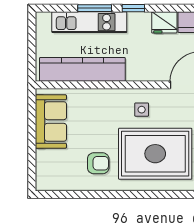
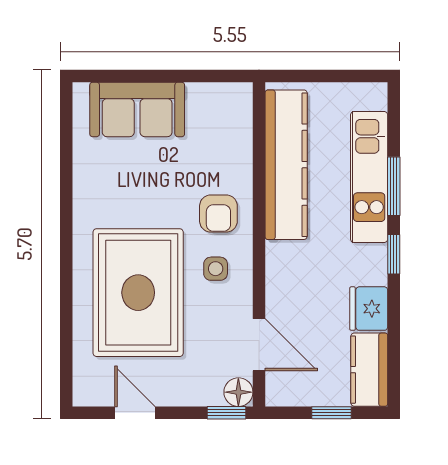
sofa: (51, 121) -> (137, 109), moved
armchair: (98, 163) -> (218, 214), moved

